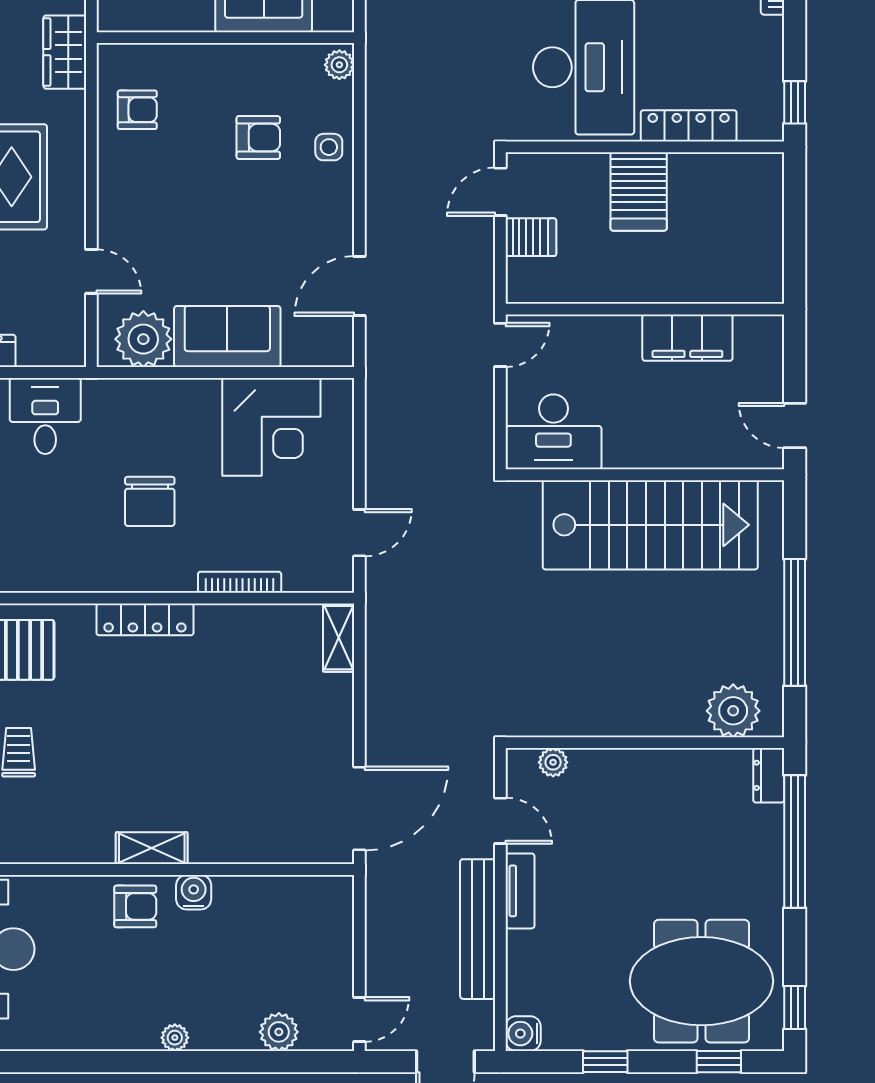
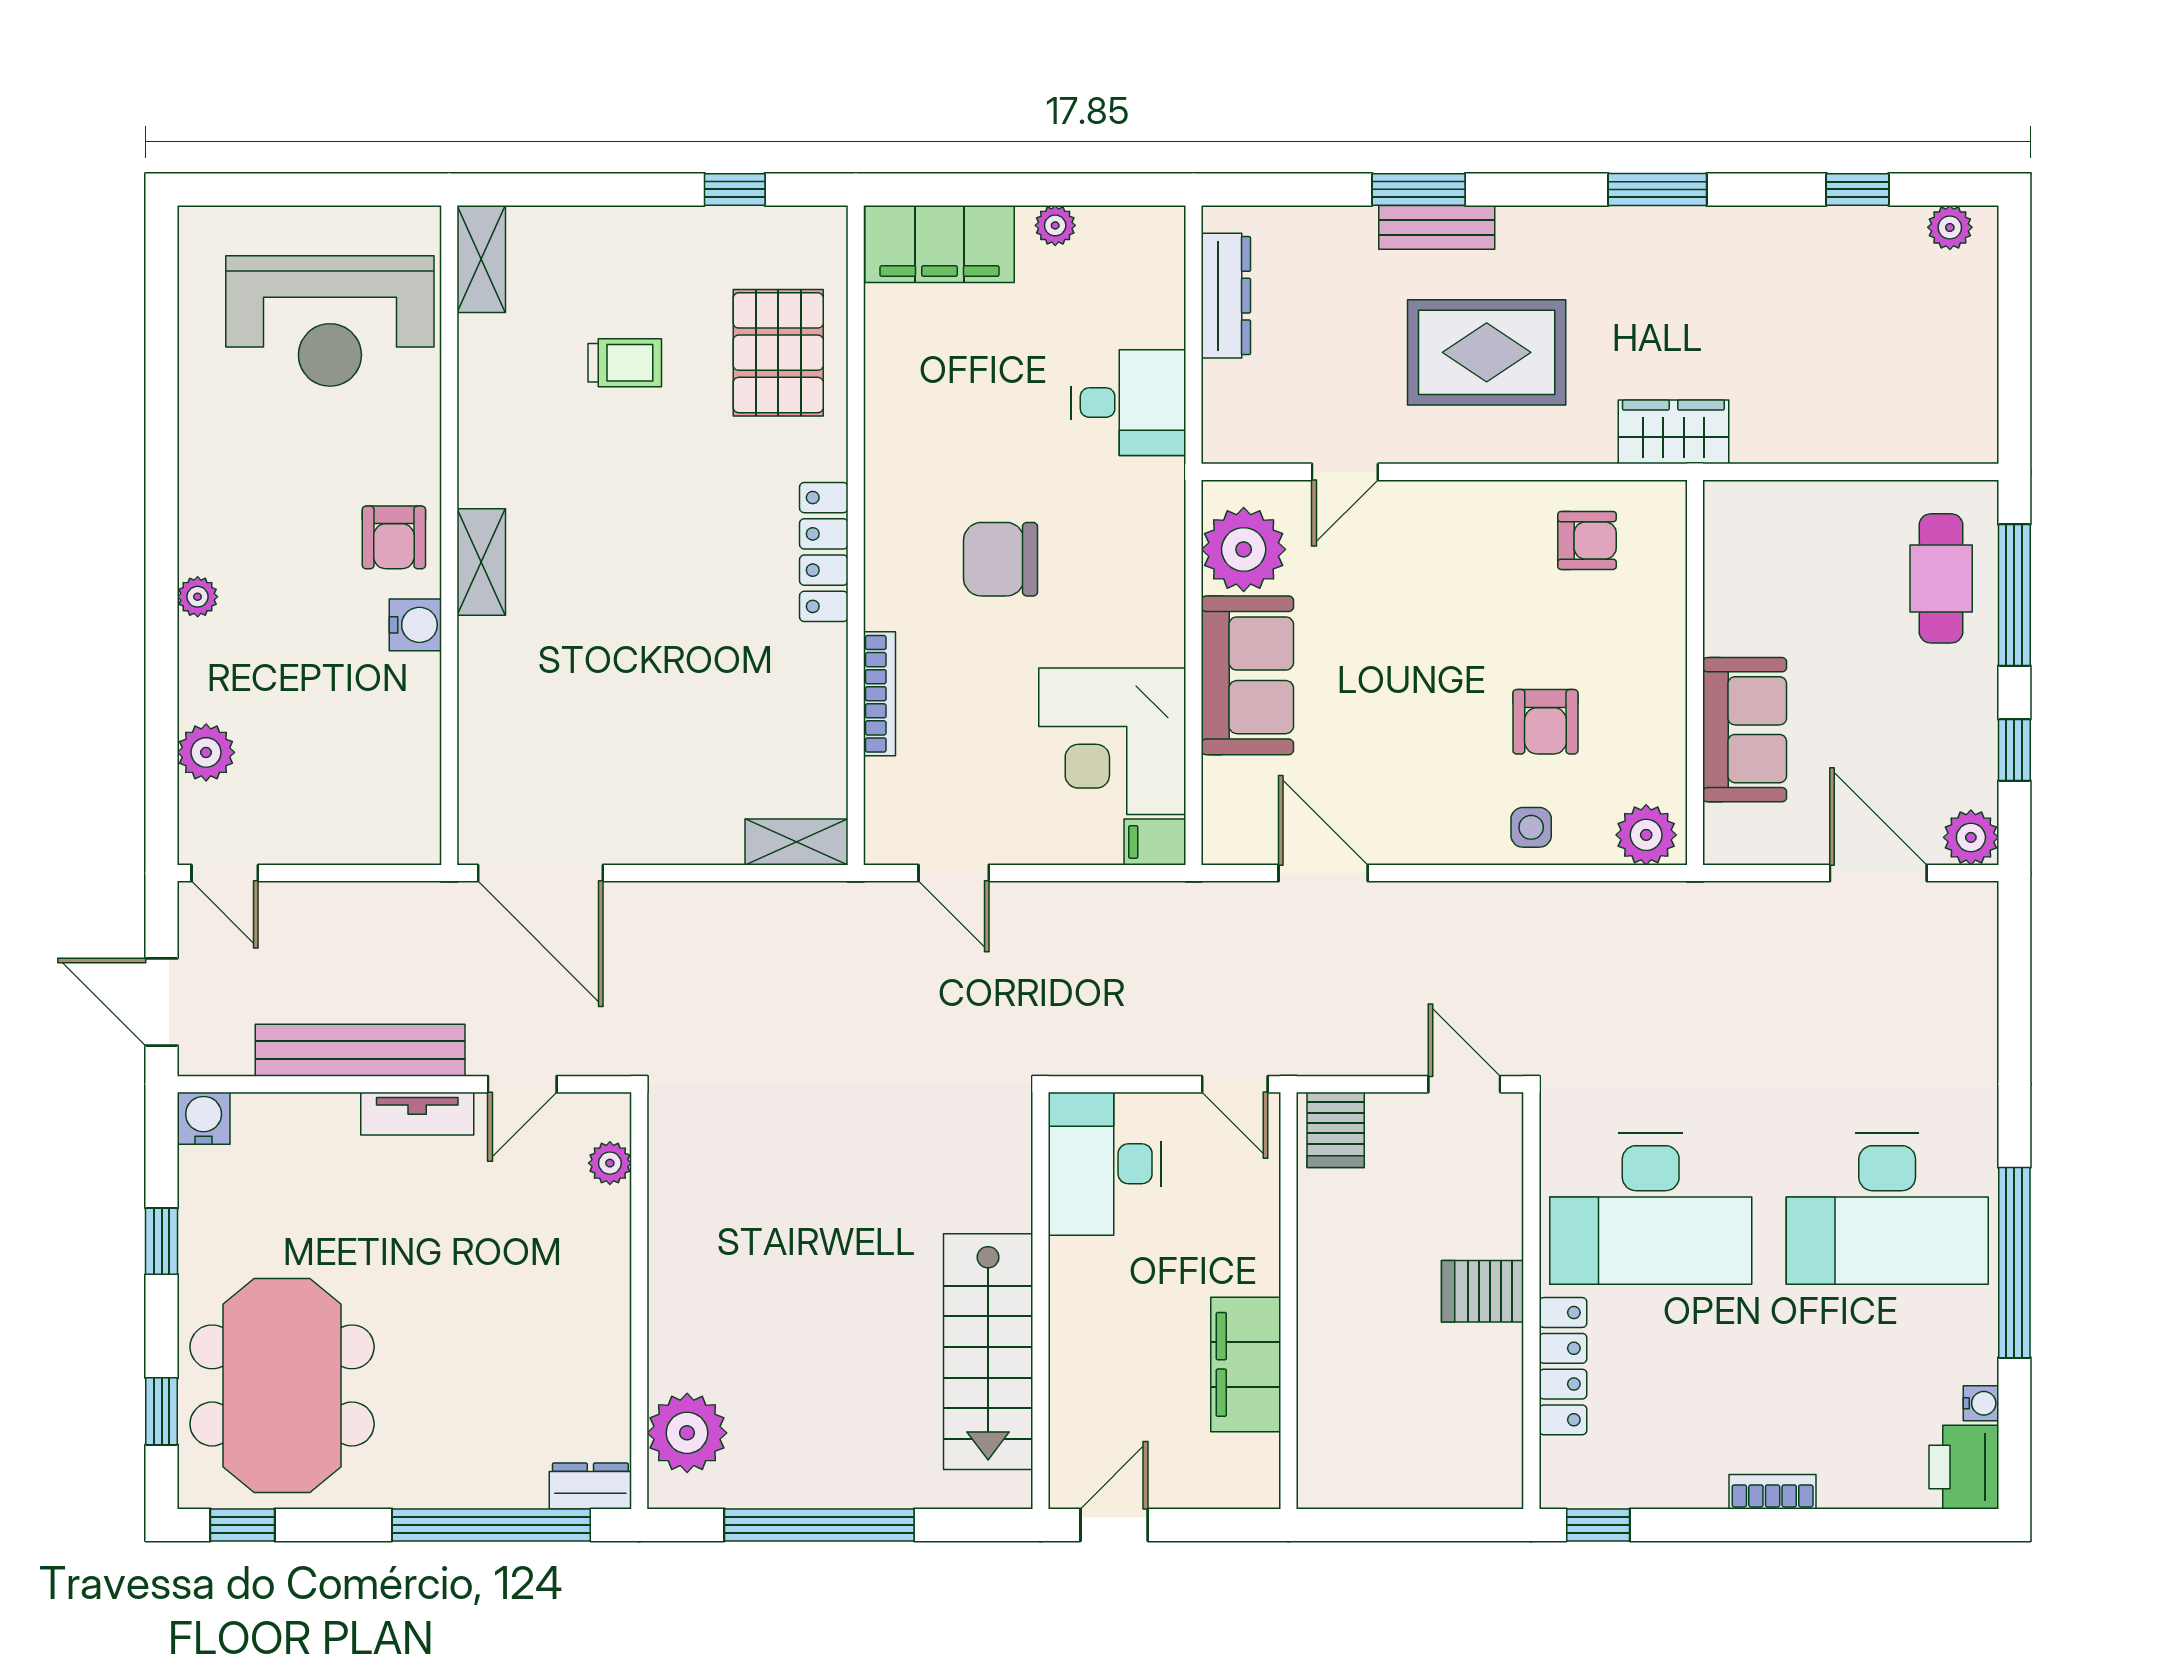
plant: (339, 65) -> (1646, 835), width x1.38, depth x1.38
armchair: (137, 110) -> (1587, 540), turned -90
server rack: (639, 192) -> (1483, 1291), width x0.73, depth x0.70
server rack: (531, 237) -> (1336, 1130), moved
filing cabinet: (339, 398) -> (1155, 842), added
stairs: (650, 525) -> (988, 1352), width x0.73, depth x0.66

